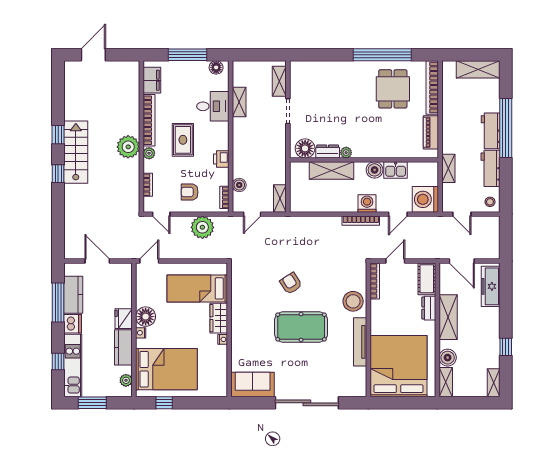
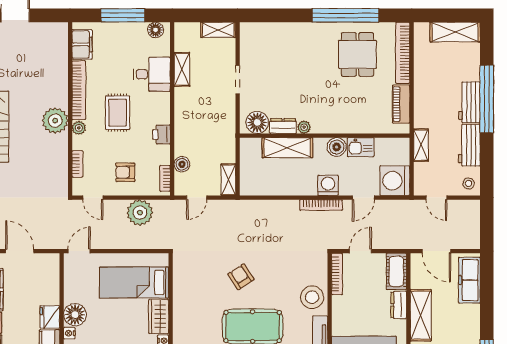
shelving: (279, 81) -> (218, 30), moved, turned 90

